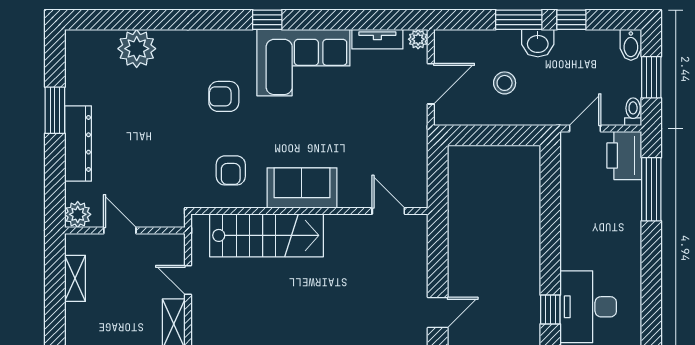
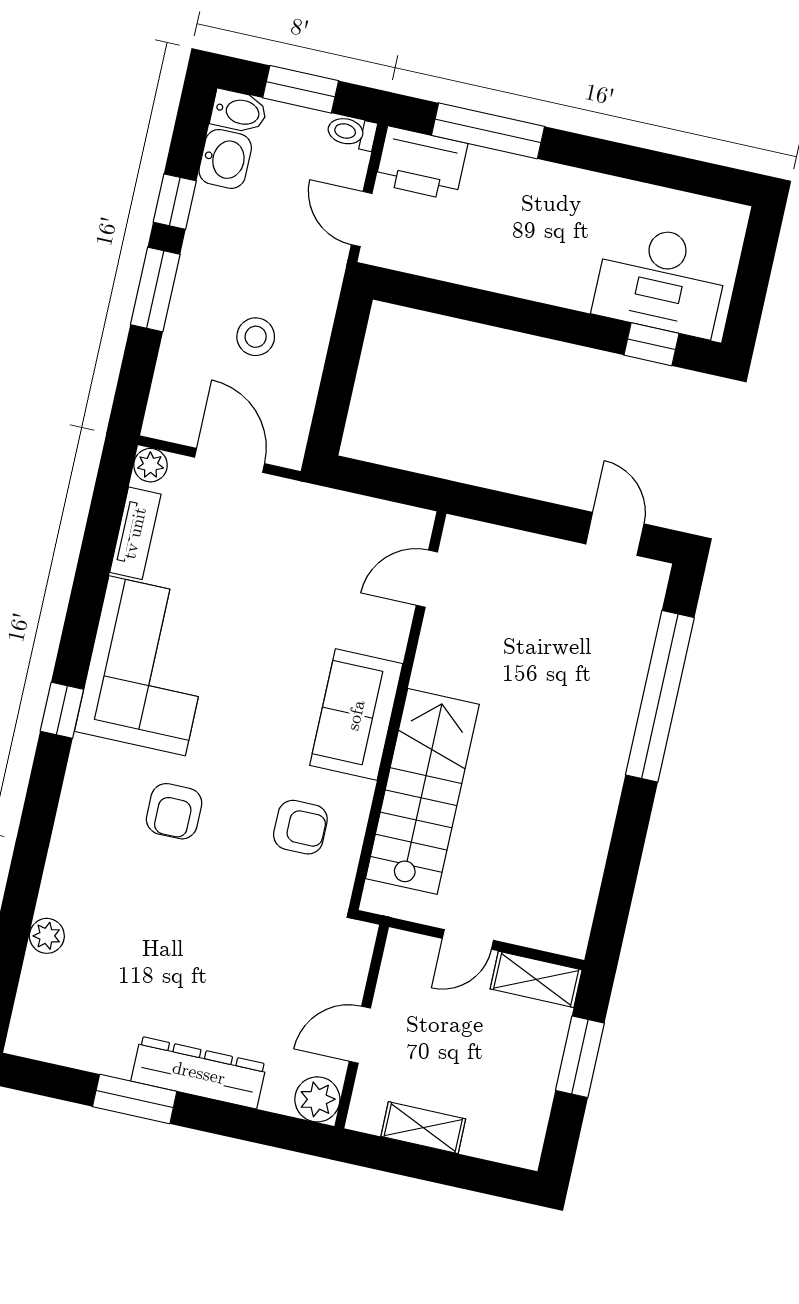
washbasin: (538, 43) -> (225, 159), moved
plant: (137, 49) -> (47, 936), width x0.53, depth x0.53

